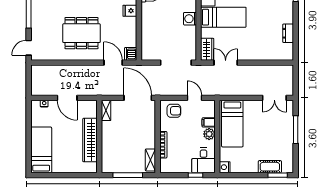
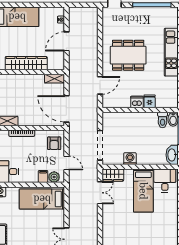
washing machine: (190, 19) -> (130, 159), moved
dining table: (81, 33) -> (128, 55), turned 90
dishwasher: (131, 54) -> (137, 102), moved
door: (138, 98) -> (66, 109), swing flipped
door: (195, 98) -> (66, 163), hinge flipped
plant: (209, 134) -> (54, 177), moved

